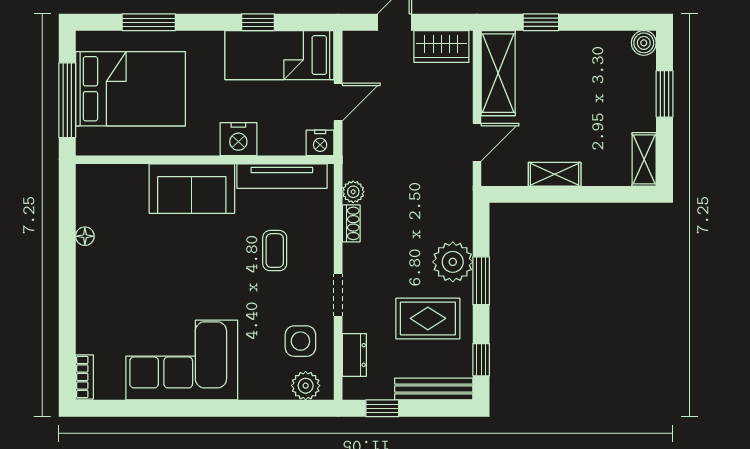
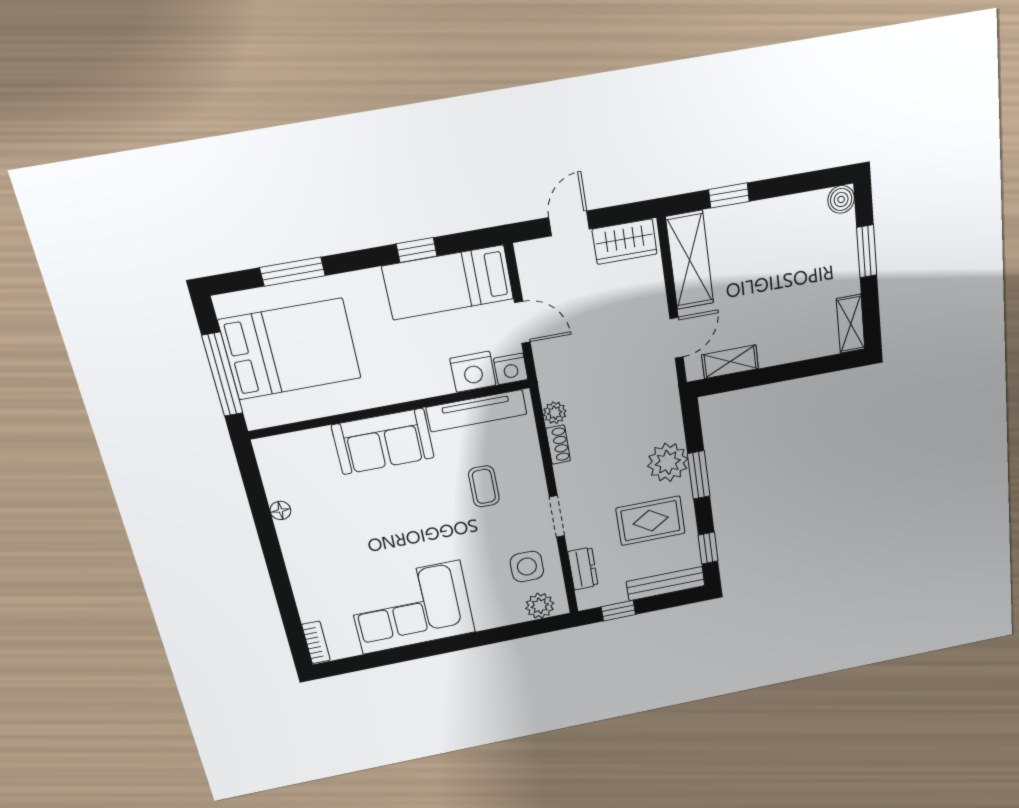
door: (338, 102) -> (522, 322), hinge flipped
nightstand: (238, 139) -> (473, 372), moved
shelving: (555, 174) -> (730, 362), moved

